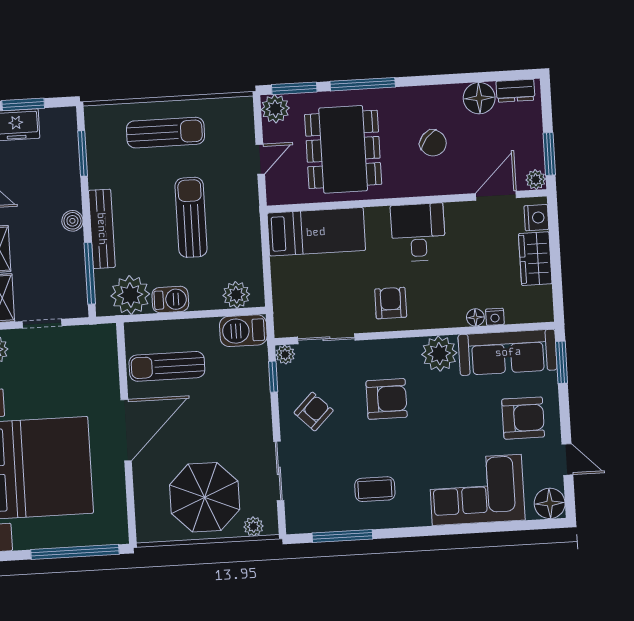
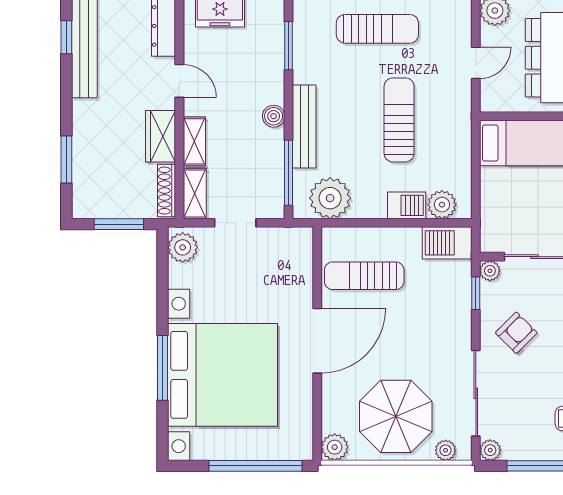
barbecue: (170, 300) -> (407, 205), moved
sliding door: (279, 471) -> (476, 393), width x1.37
plant: (296, 524) -> (490, 450), added
plant: (149, 530) -> (335, 447), added

